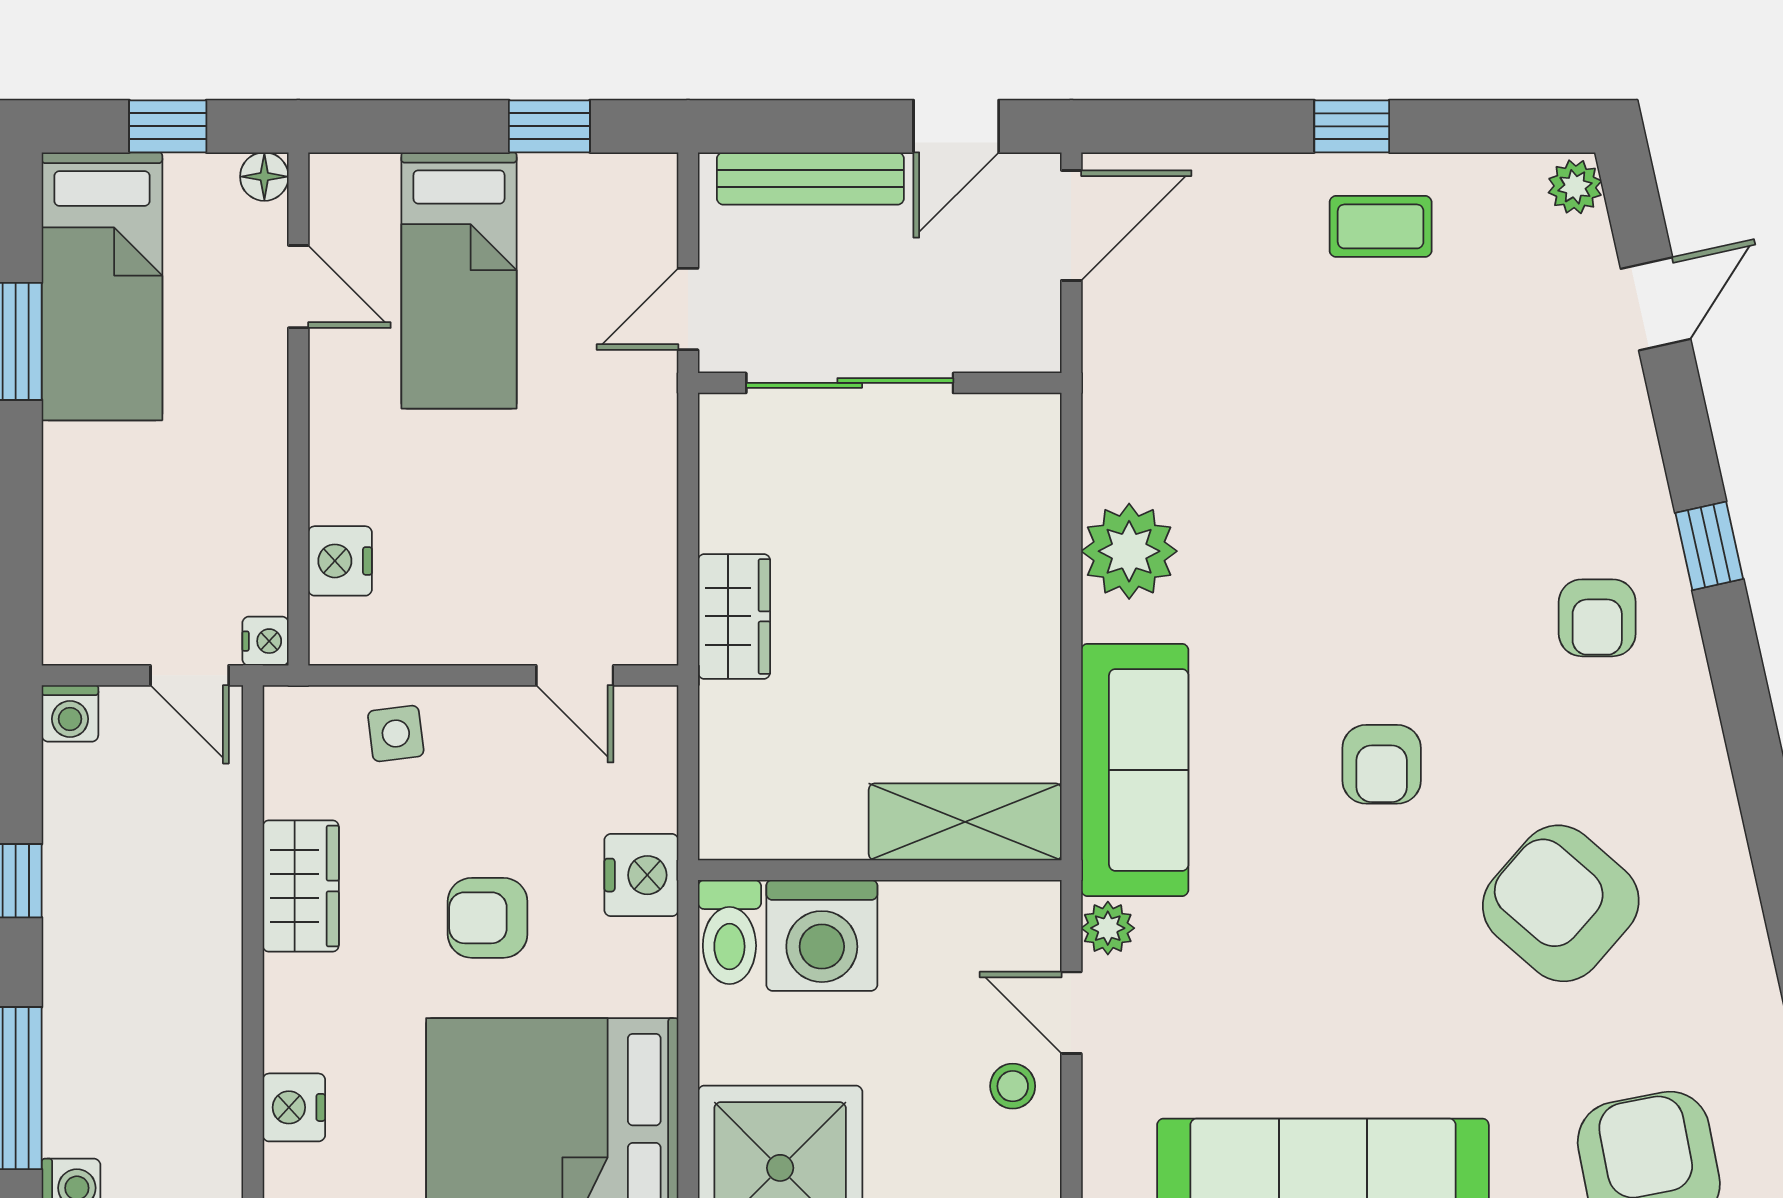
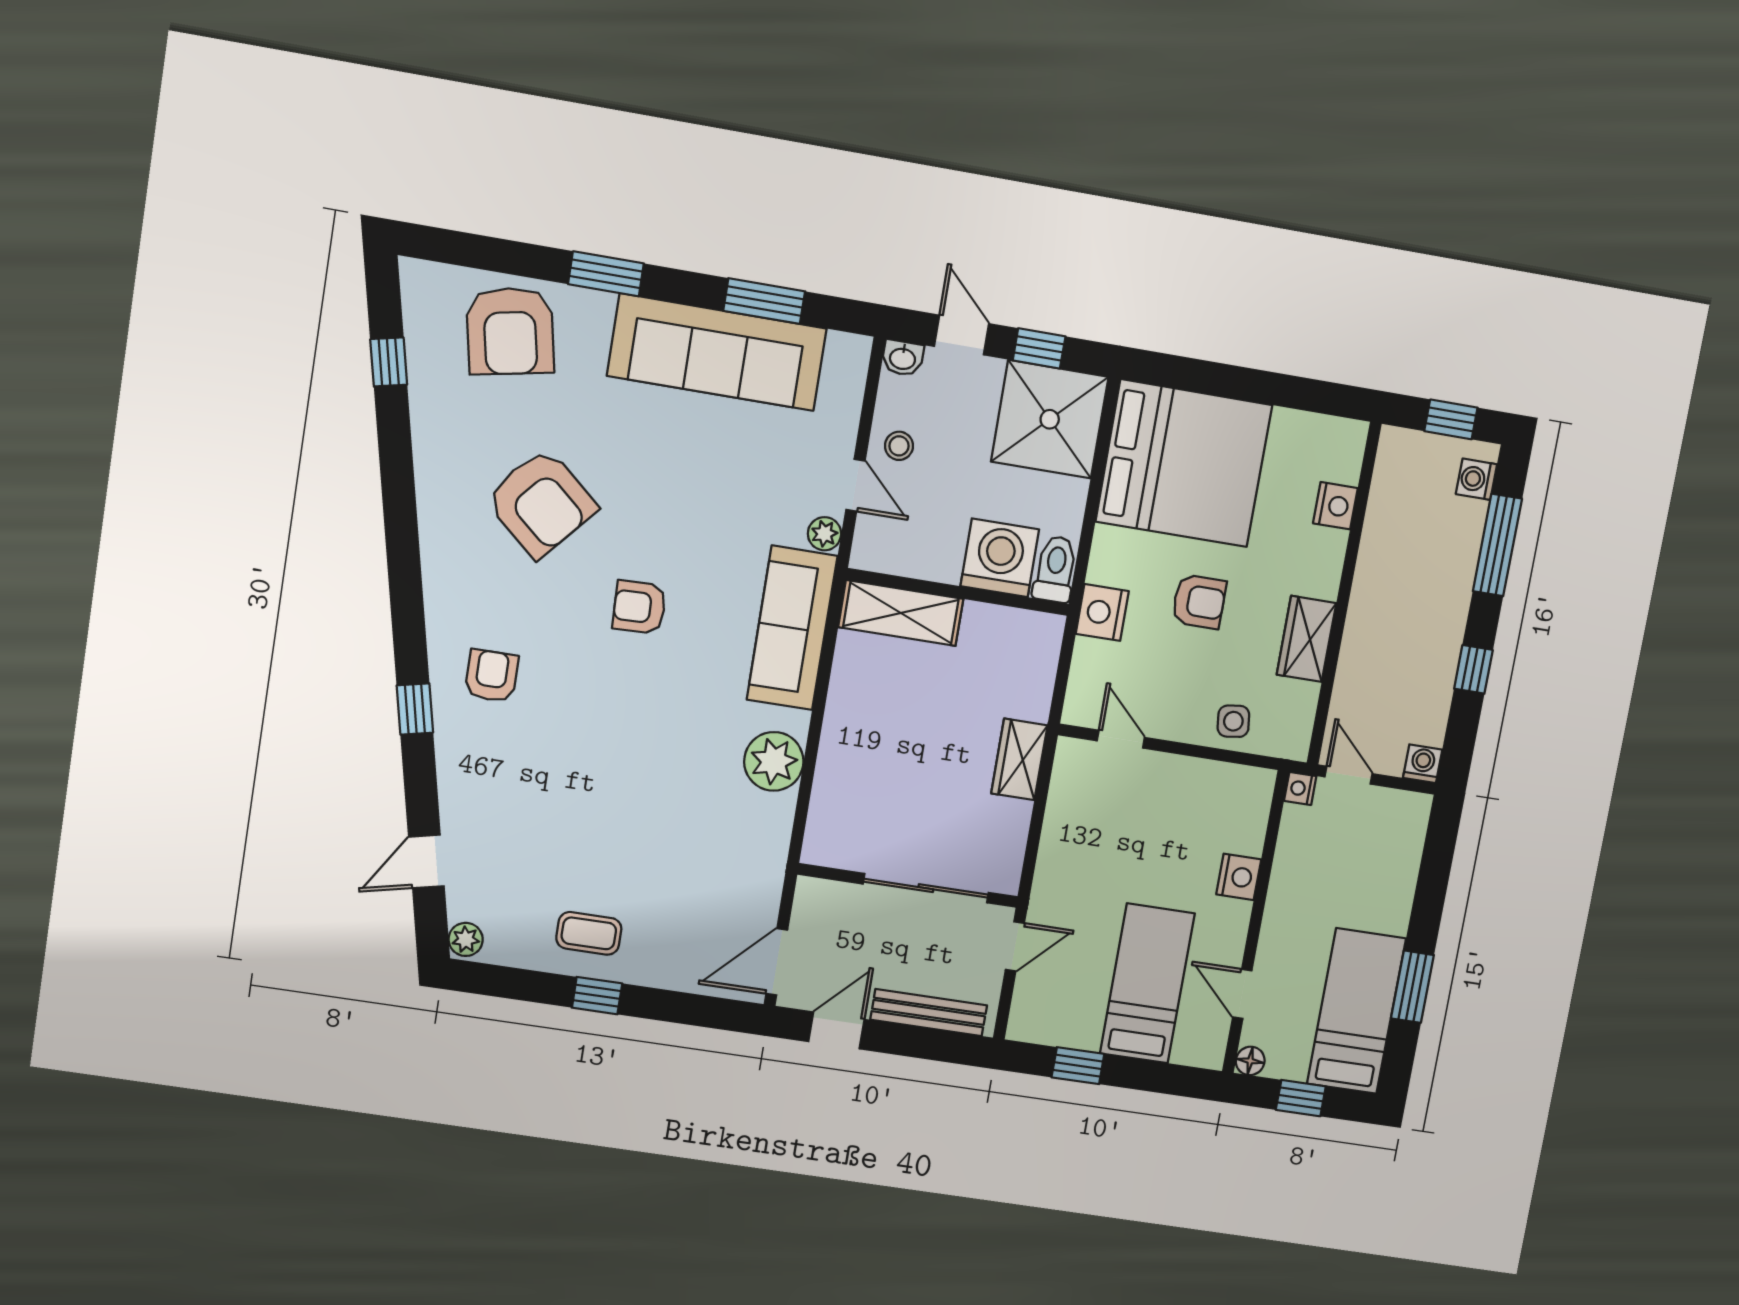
nightstand: (340, 561) -> (1239, 877), moved
armchair: (1382, 764) -> (639, 607), turned -92

